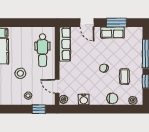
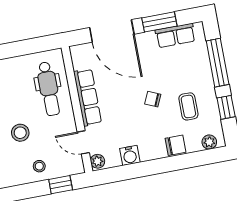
door: (87, 23) -> (112, 31), width x1.88
row of seats: (112, 33) -> (175, 35), moved
row of seats: (65, 44) -> (88, 97), moved

